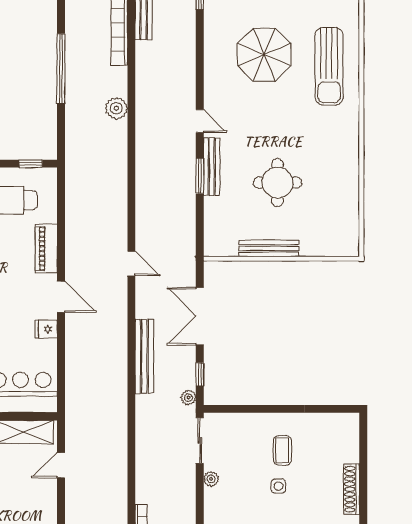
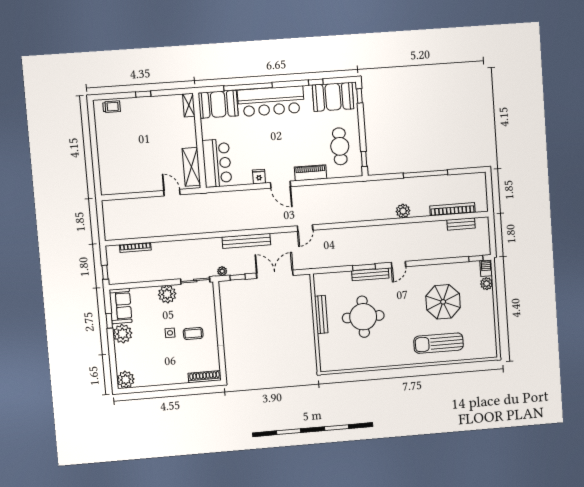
round table: (278, 183) -> (363, 317), width x1.36, depth x1.36
door: (61, 297) -> (281, 185), hinge flipped
plant: (211, 479) -> (167, 294), width x1.88, depth x1.88
shoe rack: (352, 489) -> (205, 377), moved

